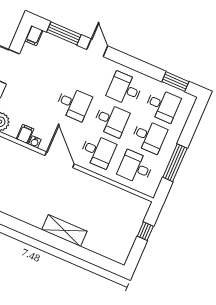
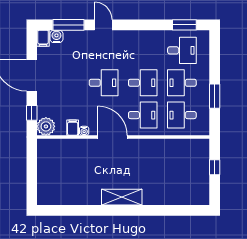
water cooler: (48, 39) -> (56, 36), added
desk: (125, 89) -> (143, 50), removed
desk: (149, 136) -> (182, 83), turned 180
window: (175, 163) -> (215, 96), width x0.69
shelving: (64, 230) -> (122, 197), moved

